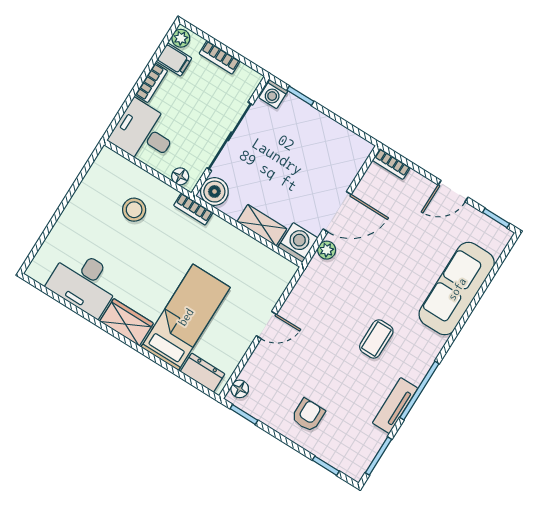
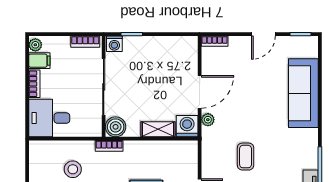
bookcase: (220, 57) -> (85, 42), moved
floor lamp: (180, 176) -> (88, 131), removed
coffee table: (376, 339) -> (246, 157), moved

